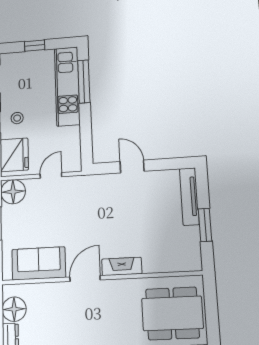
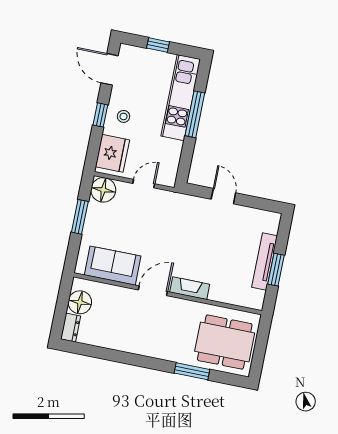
window: (84, 81) -> (195, 114), moved
tv unit: (189, 196) -> (264, 261), moved

